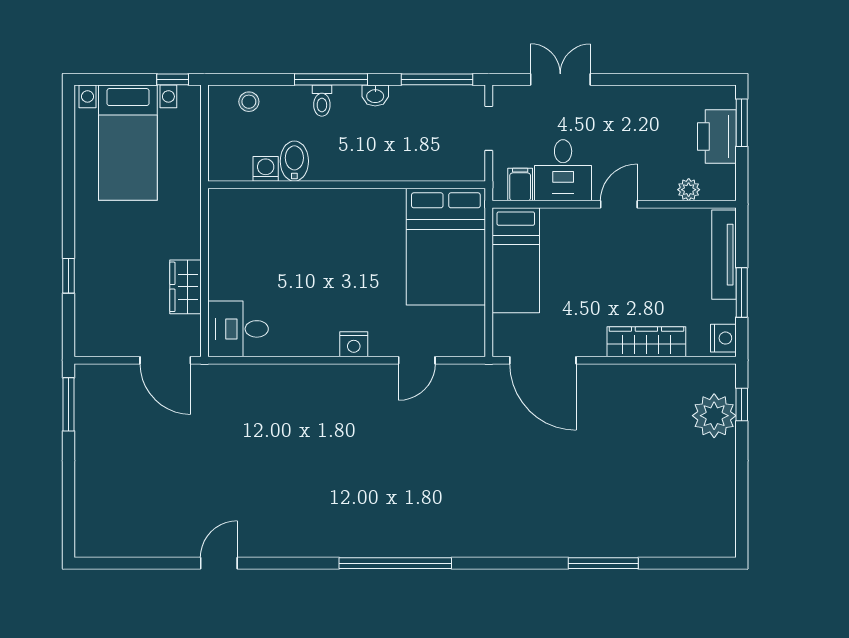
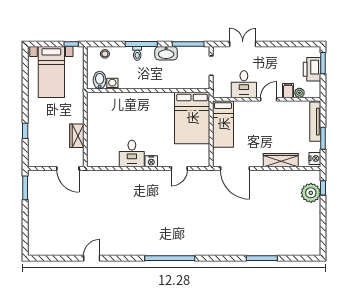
washbasin: (375, 96) -> (166, 53), width x1.91, depth x1.45
bidet: (294, 161) -> (100, 80), moved
filing cabinet: (520, 185) -> (288, 91), moved
desk: (238, 329) -> (132, 153), moved, turned -90

